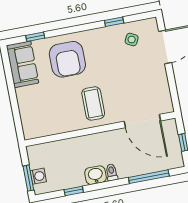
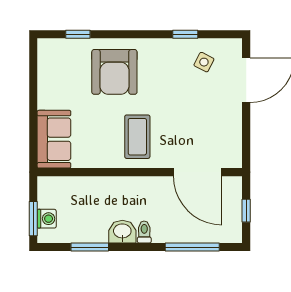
sofa: (22, 64) -> (54, 139), moved
window: (74, 191) -> (90, 247), width x1.50

